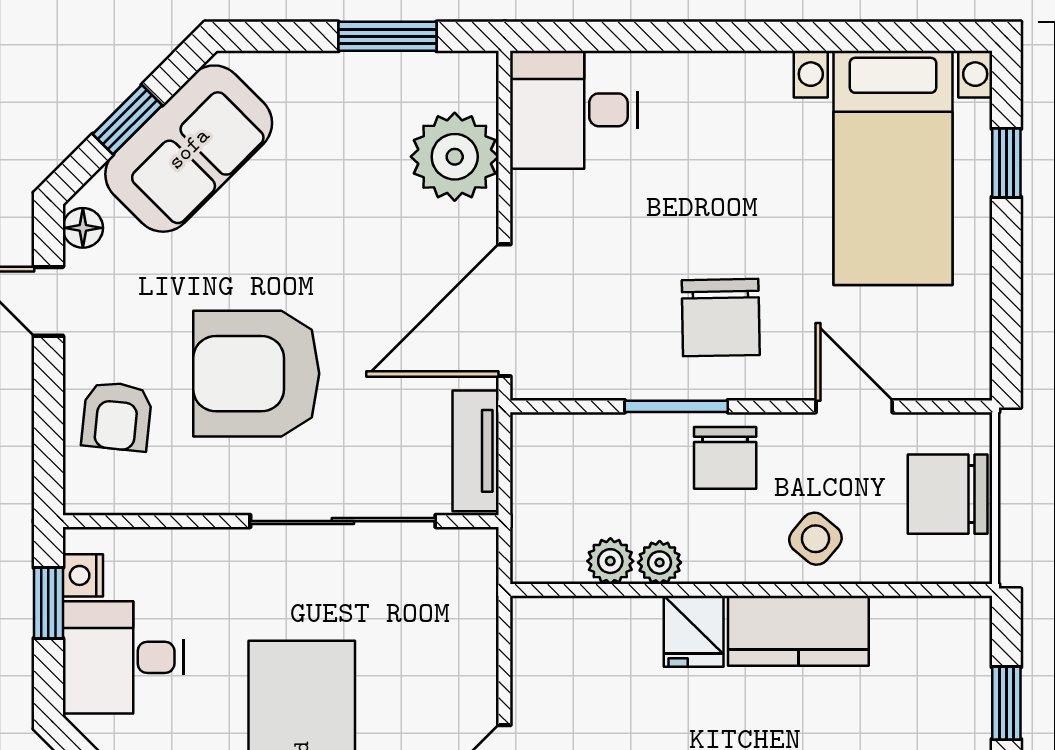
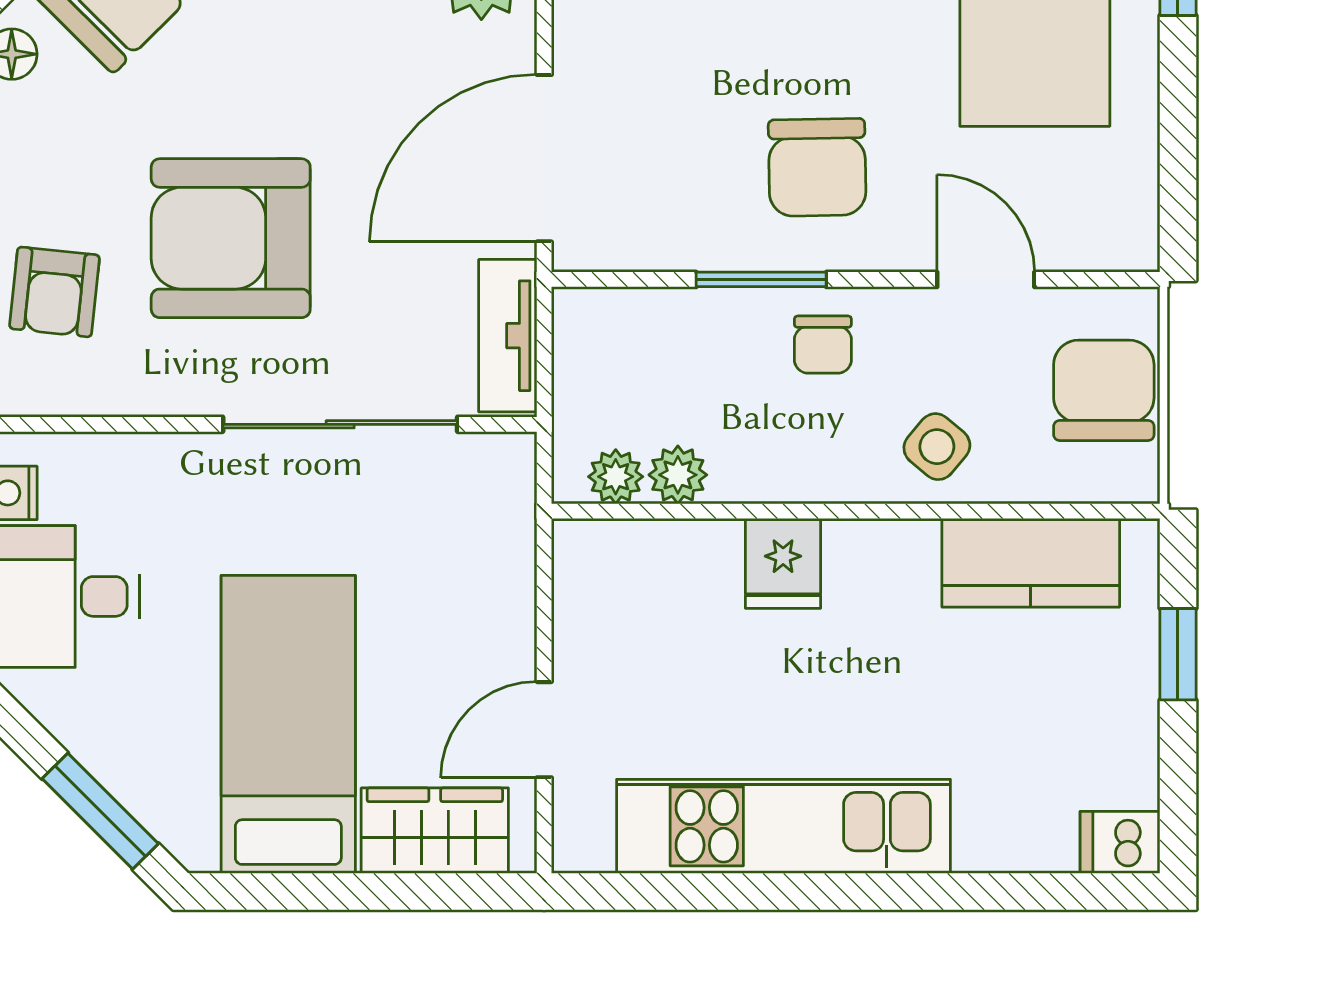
chair: (725, 458) -> (823, 345), width x0.73, depth x0.73
chair: (948, 494) -> (1104, 390), turned 90
plant: (660, 563) -> (616, 477), moved
kitchen counter: (798, 631) -> (1031, 563), moved

